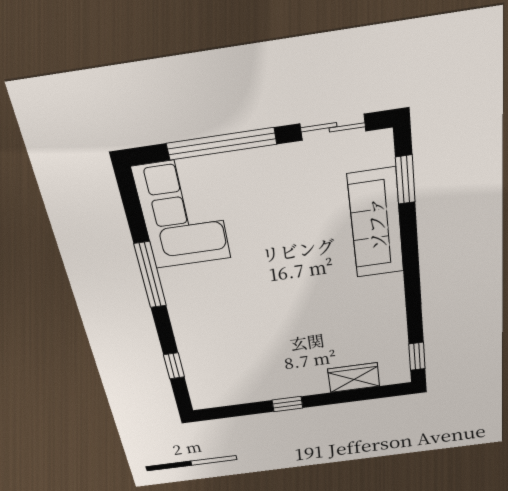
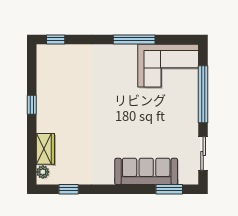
window: (417, 356) -> (69, 189), moved
window: (174, 366) -> (56, 39), moved
plant: (391, 376) -> (43, 172), added

